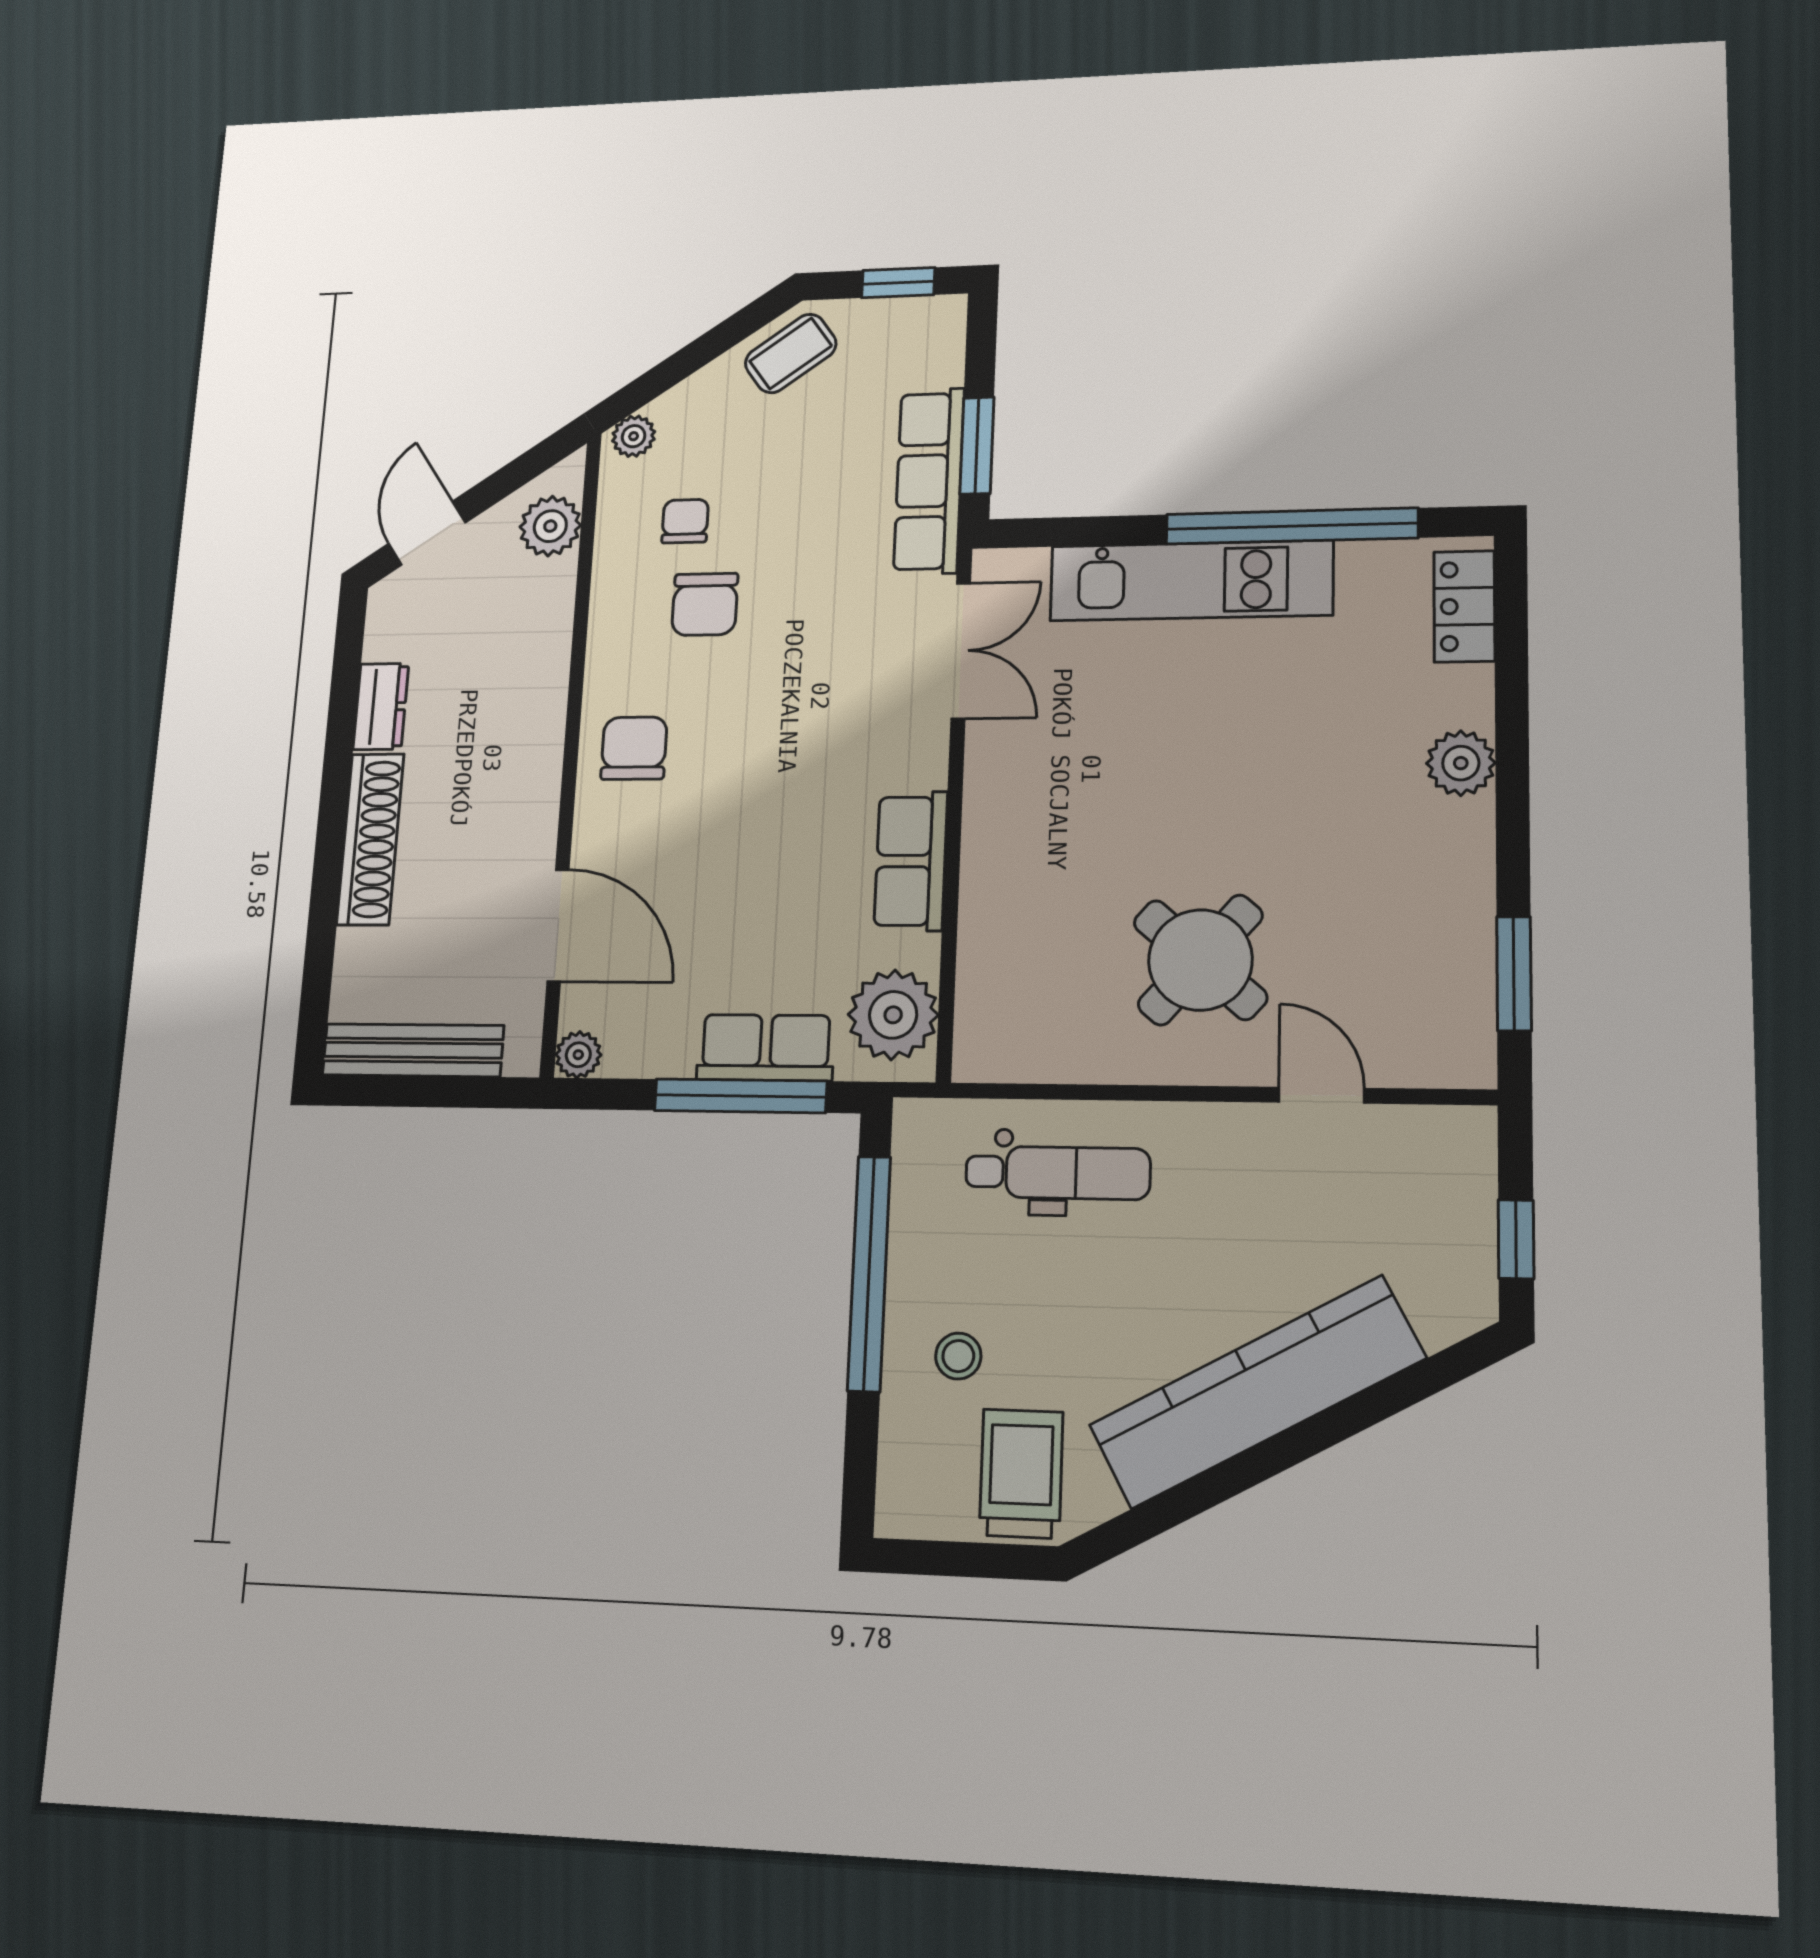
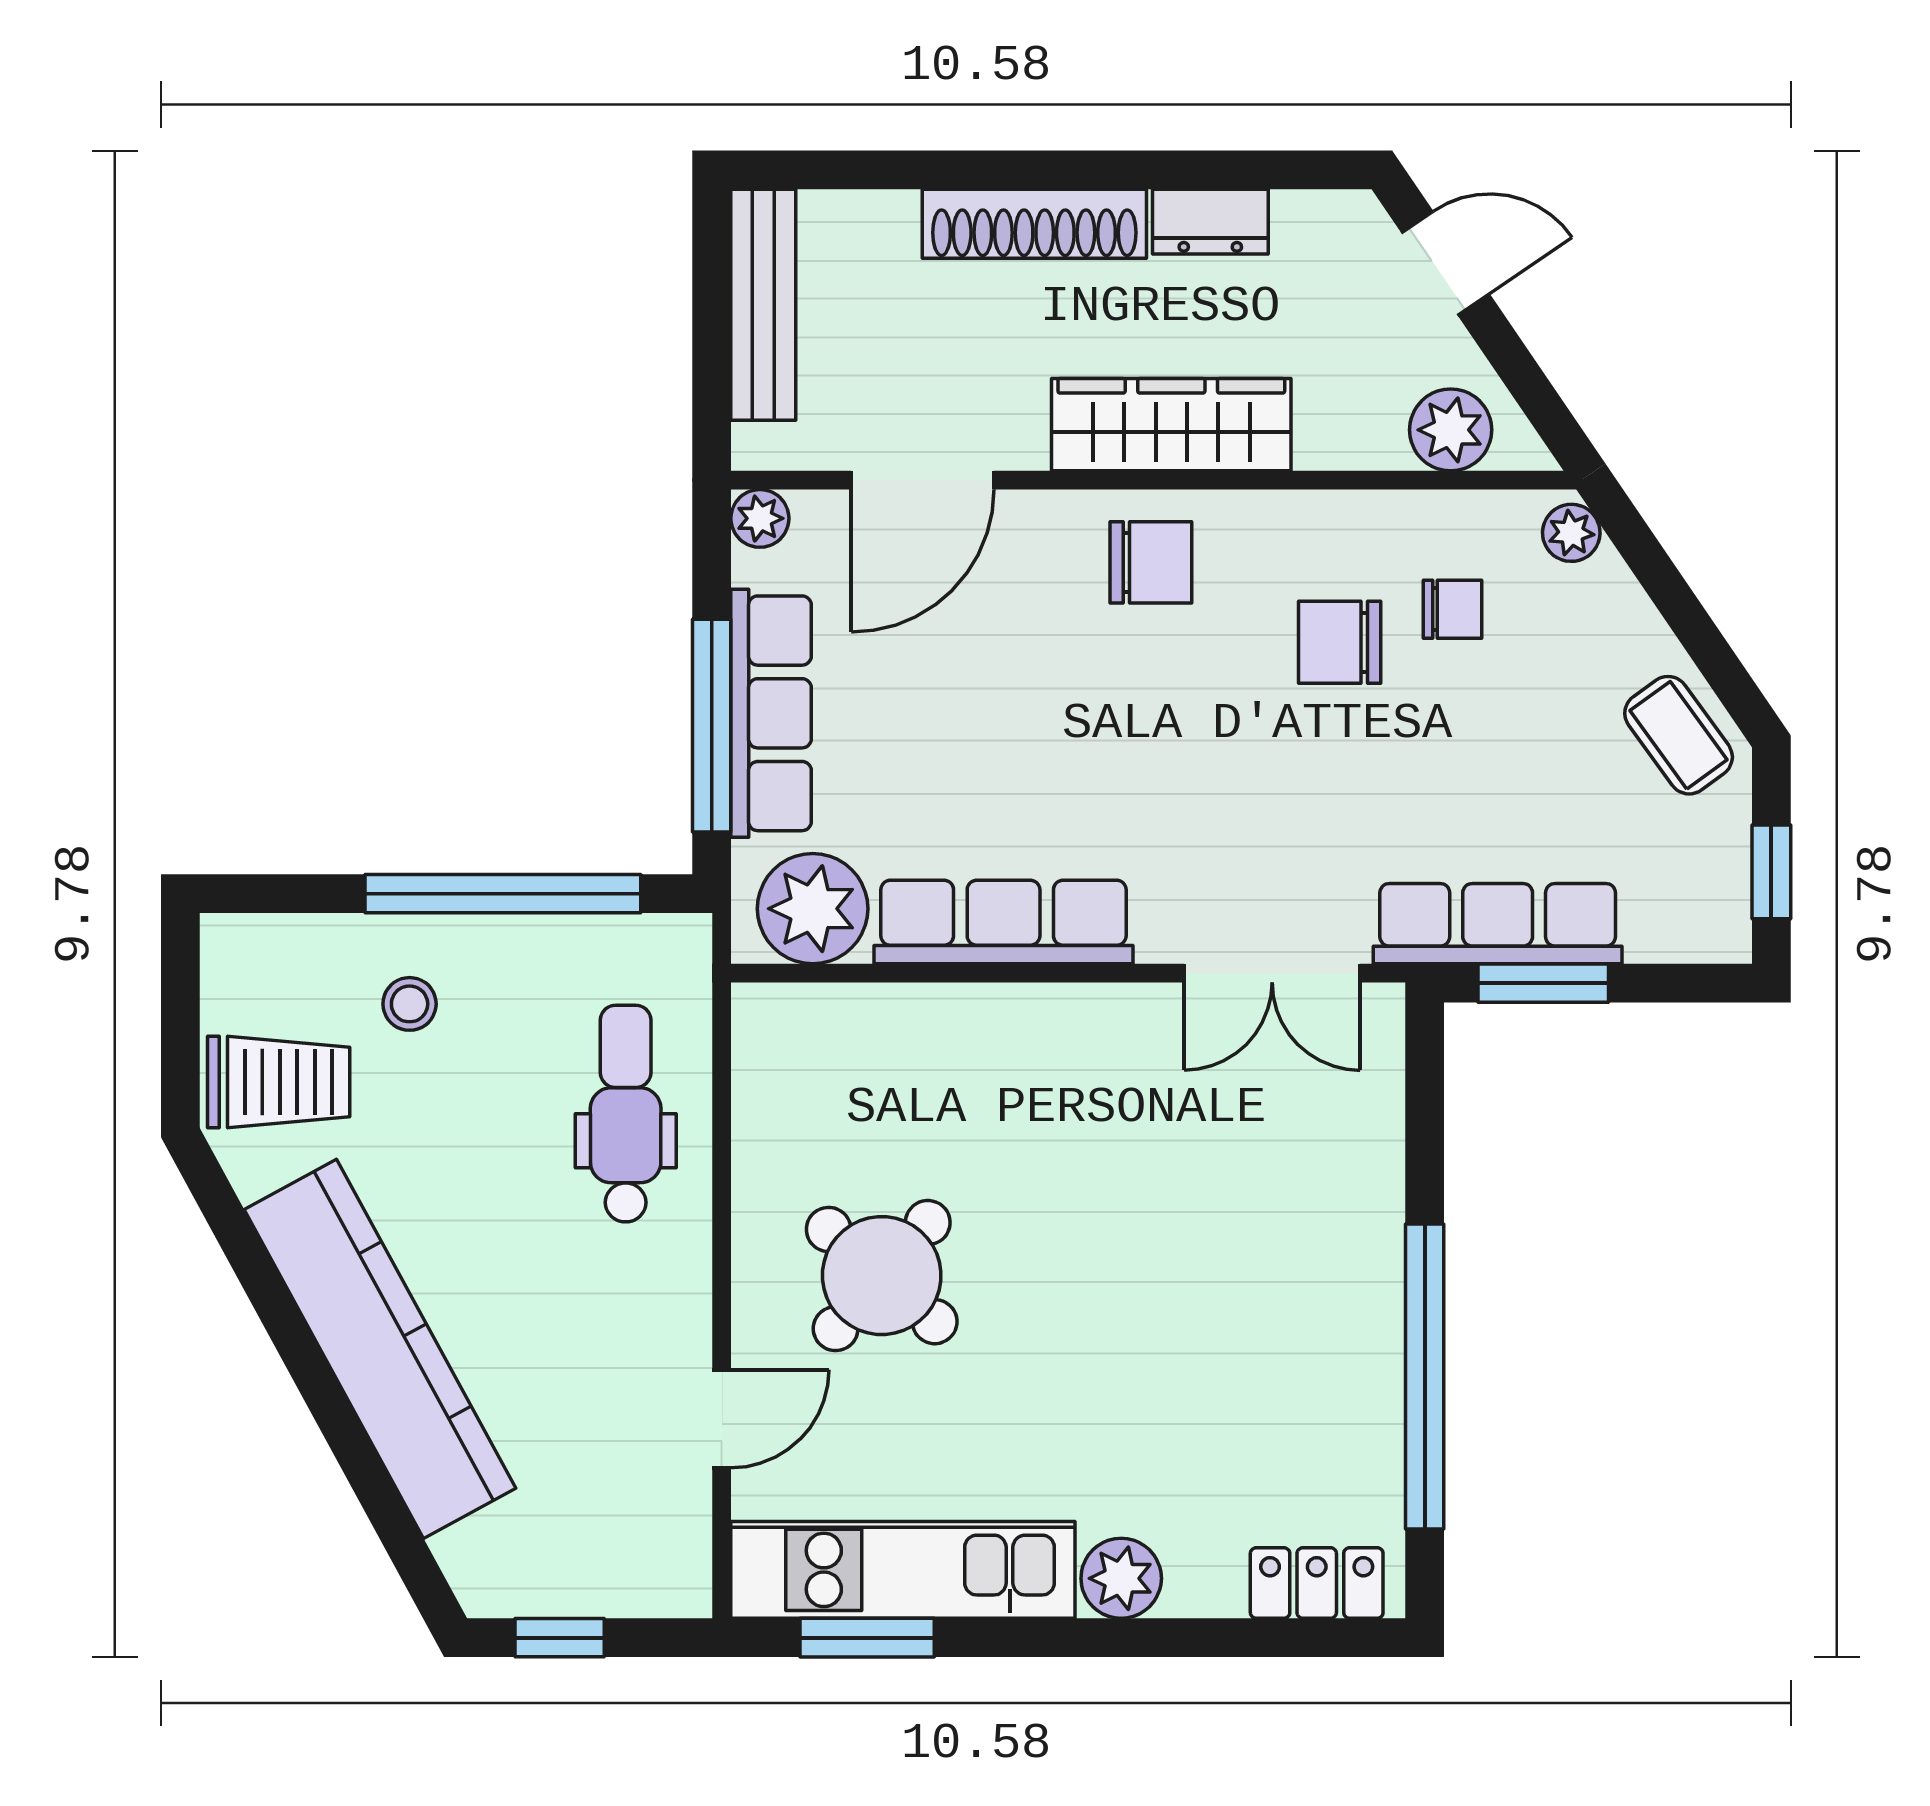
kitchen unit: (1191, 581) -> (903, 1570), moved, turned 90
wardrobe: (530, 734) -> (1171, 425), added
row of seats: (911, 861) -> (1004, 922), width x1.48
row of seats: (766, 1048) -> (771, 713), width x1.48
dental chair: (1058, 1173) -> (626, 1114), turned 180

